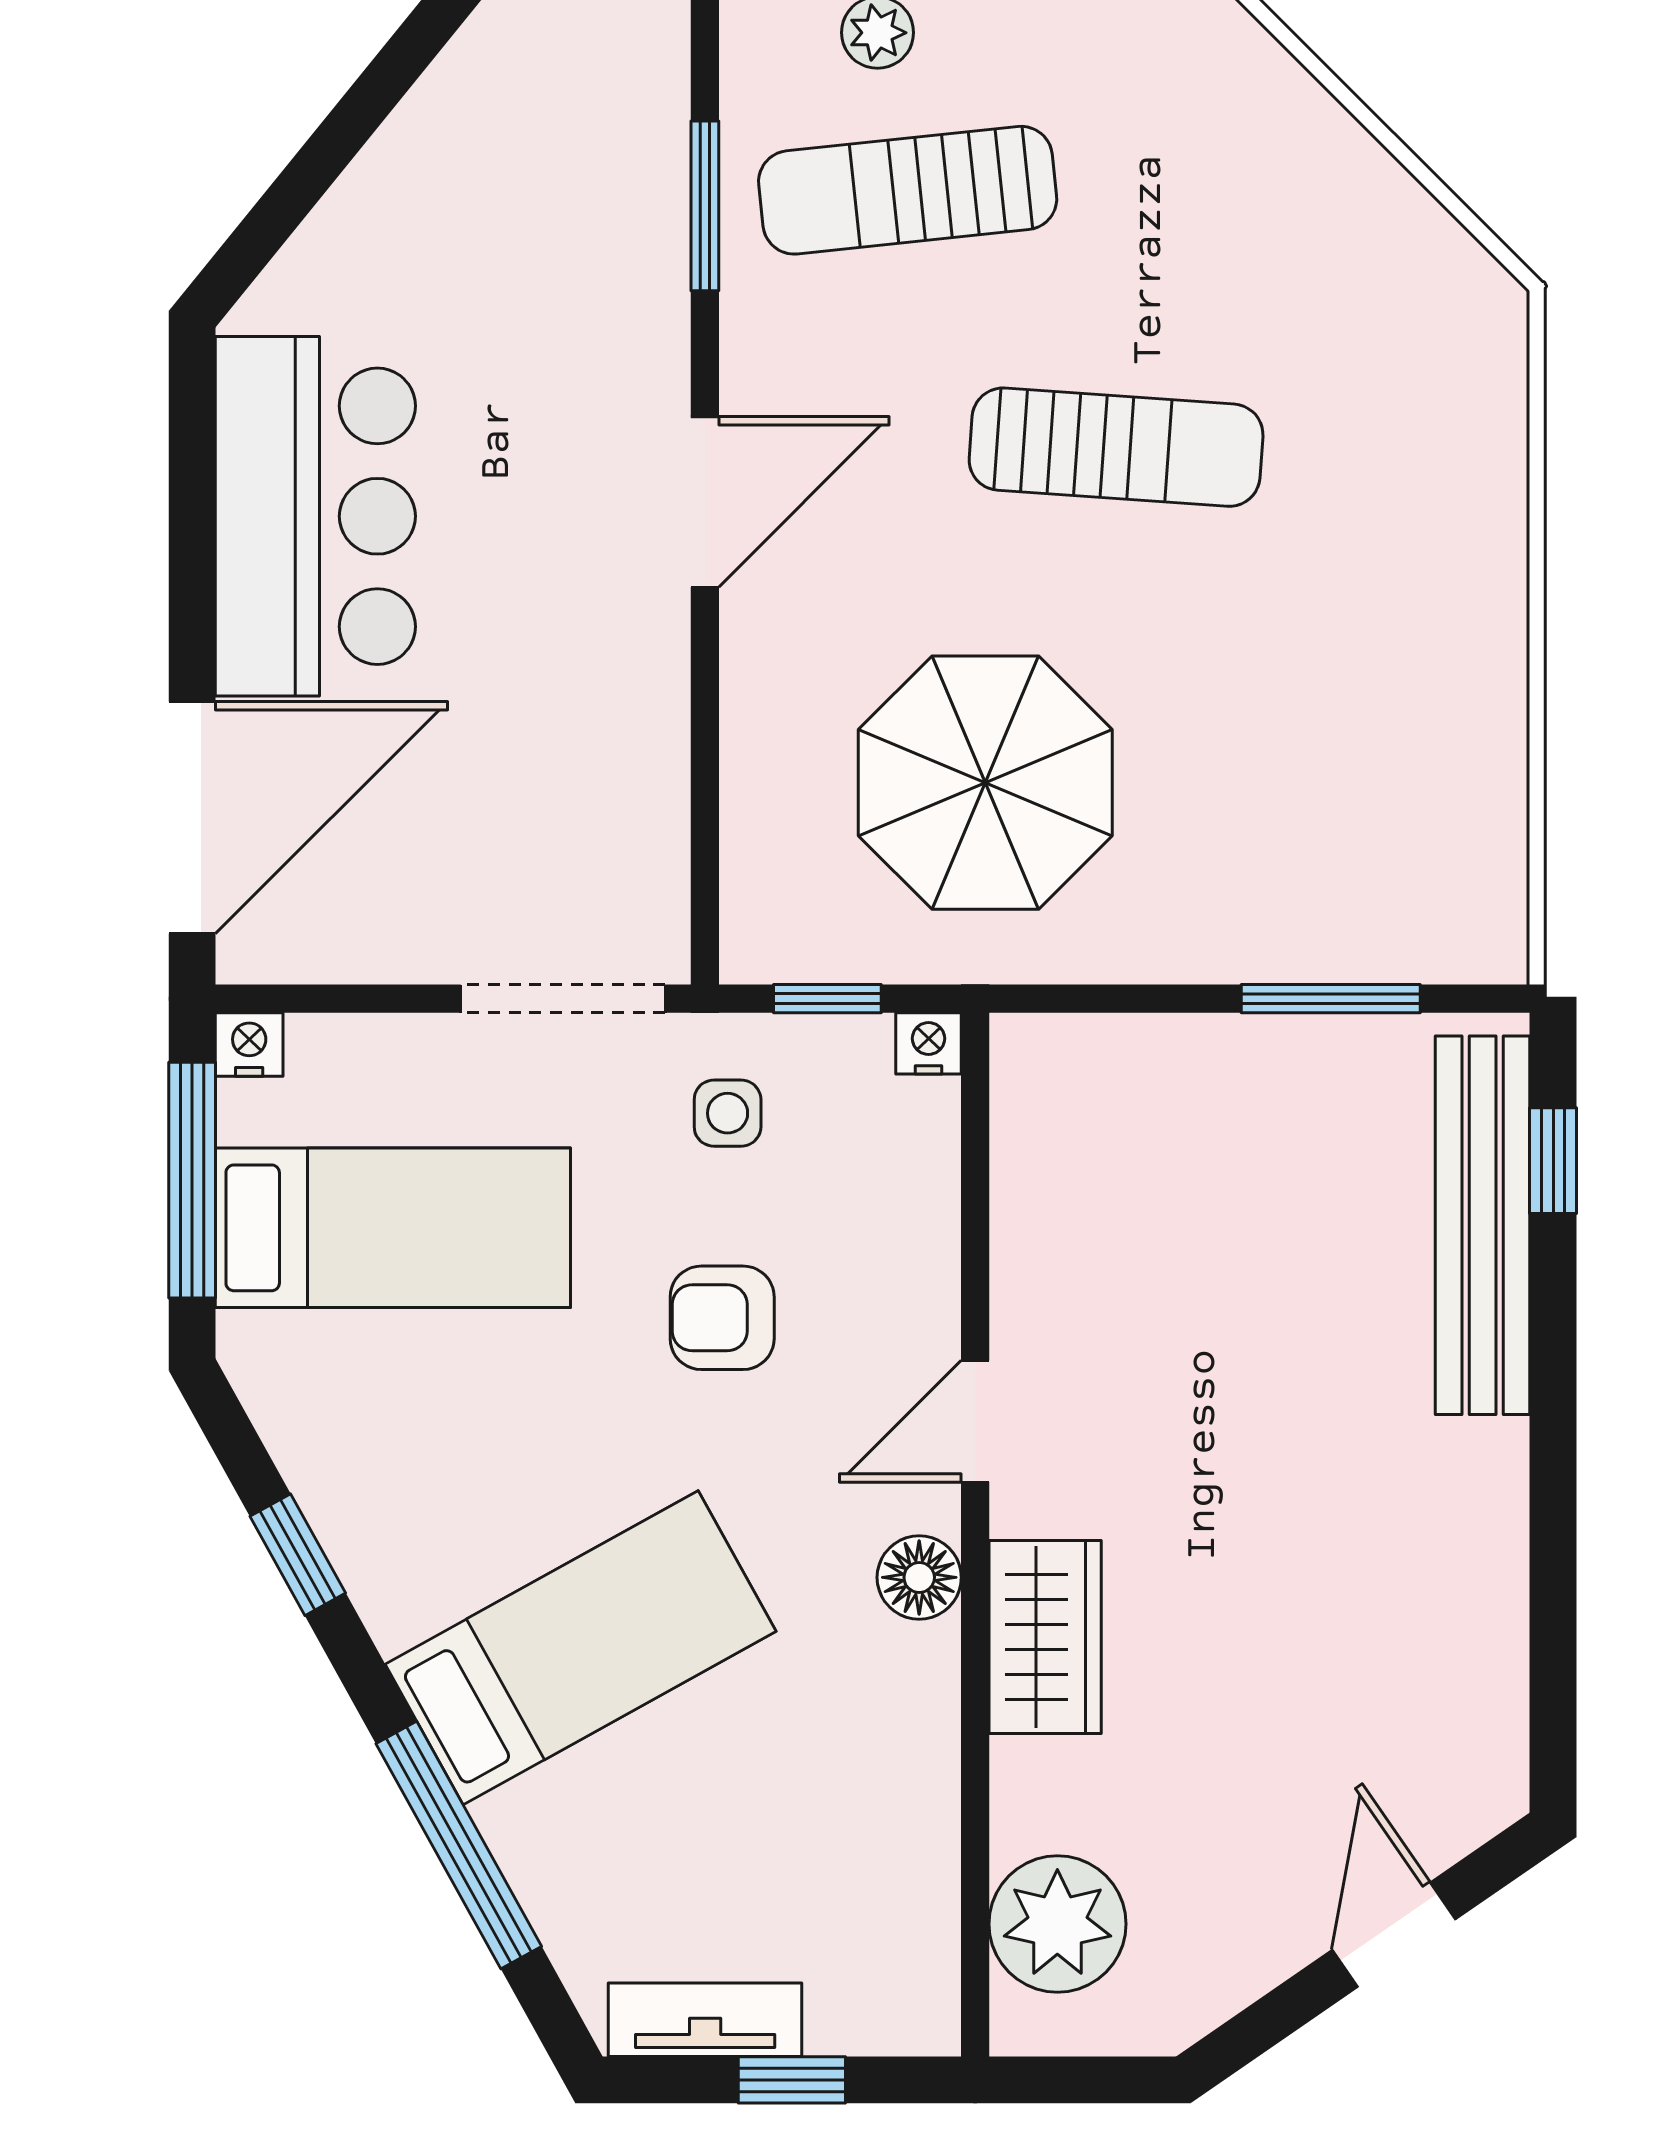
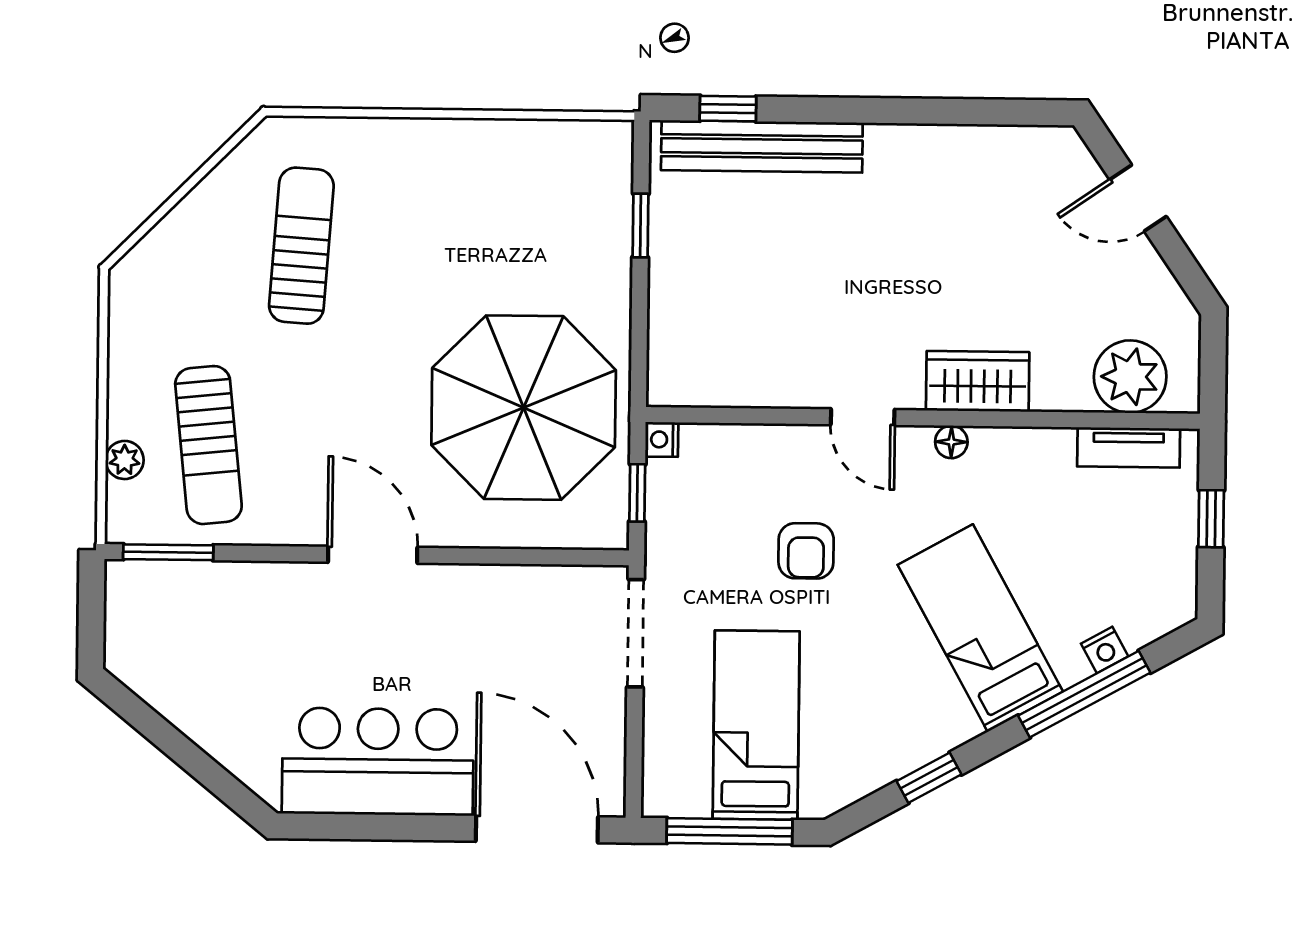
window: (705, 206) -> (168, 552), moved
sun lounger: (1116, 447) -> (301, 246), moved
parasol: (985, 783) -> (524, 408), width x1.36, depth x1.36
window: (1331, 999) -> (641, 226), width x0.67
nightstand: (249, 1044) -> (1105, 650), moved, turned -119
side table: (728, 1113) -> (697, 547), removed
floor lamp: (919, 1577) -> (951, 442), width x0.73, depth x0.73
tv unit: (705, 2020) -> (1129, 447), moved, turned -90

